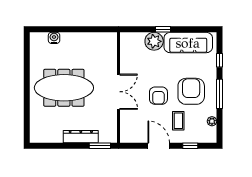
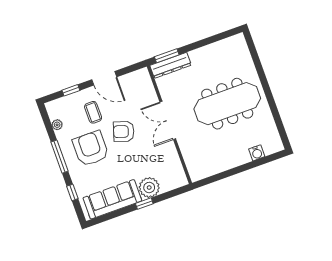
armchair: (191, 91) -> (91, 149), turned 180
armchair: (158, 96) -> (124, 131), turned -72
dresser: (81, 137) -> (170, 65), moved

